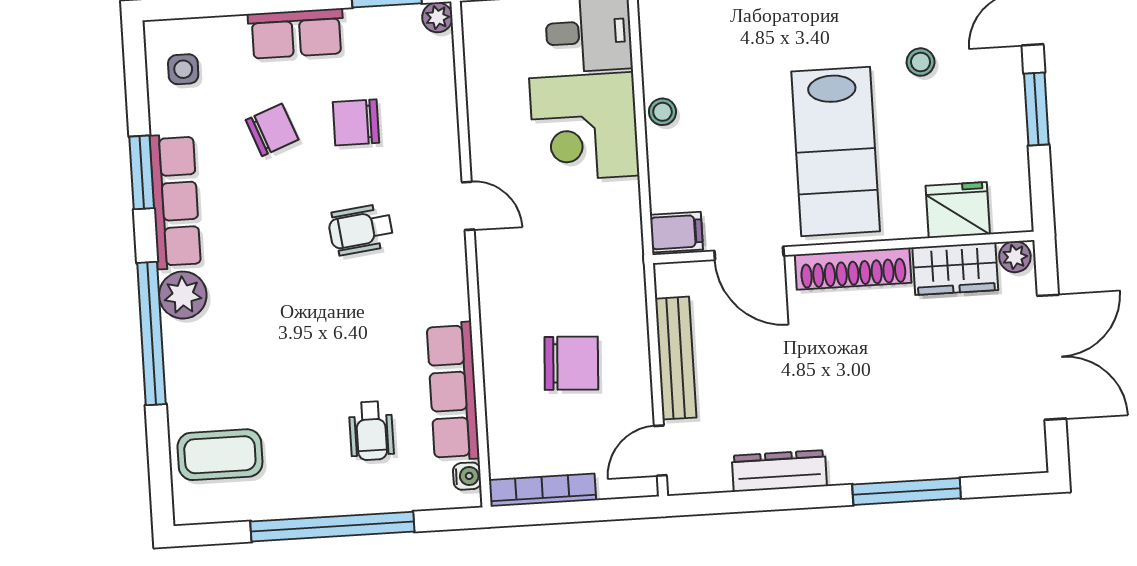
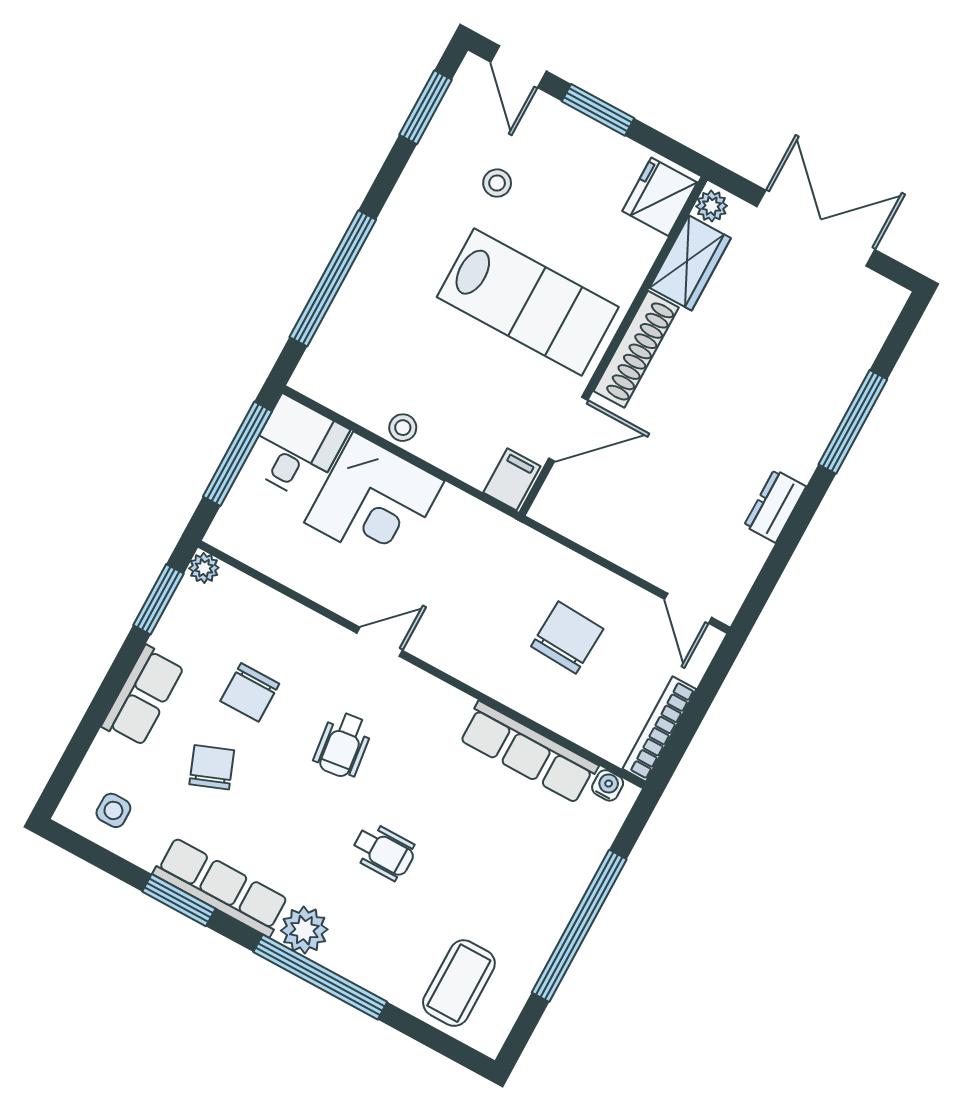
fridge: (958, 210) -> (660, 197), moved
bench: (676, 358) -> (618, 546), removed
wheelchair: (371, 431) -> (384, 852), moved
dresser: (779, 471) -> (775, 506), width x0.70

